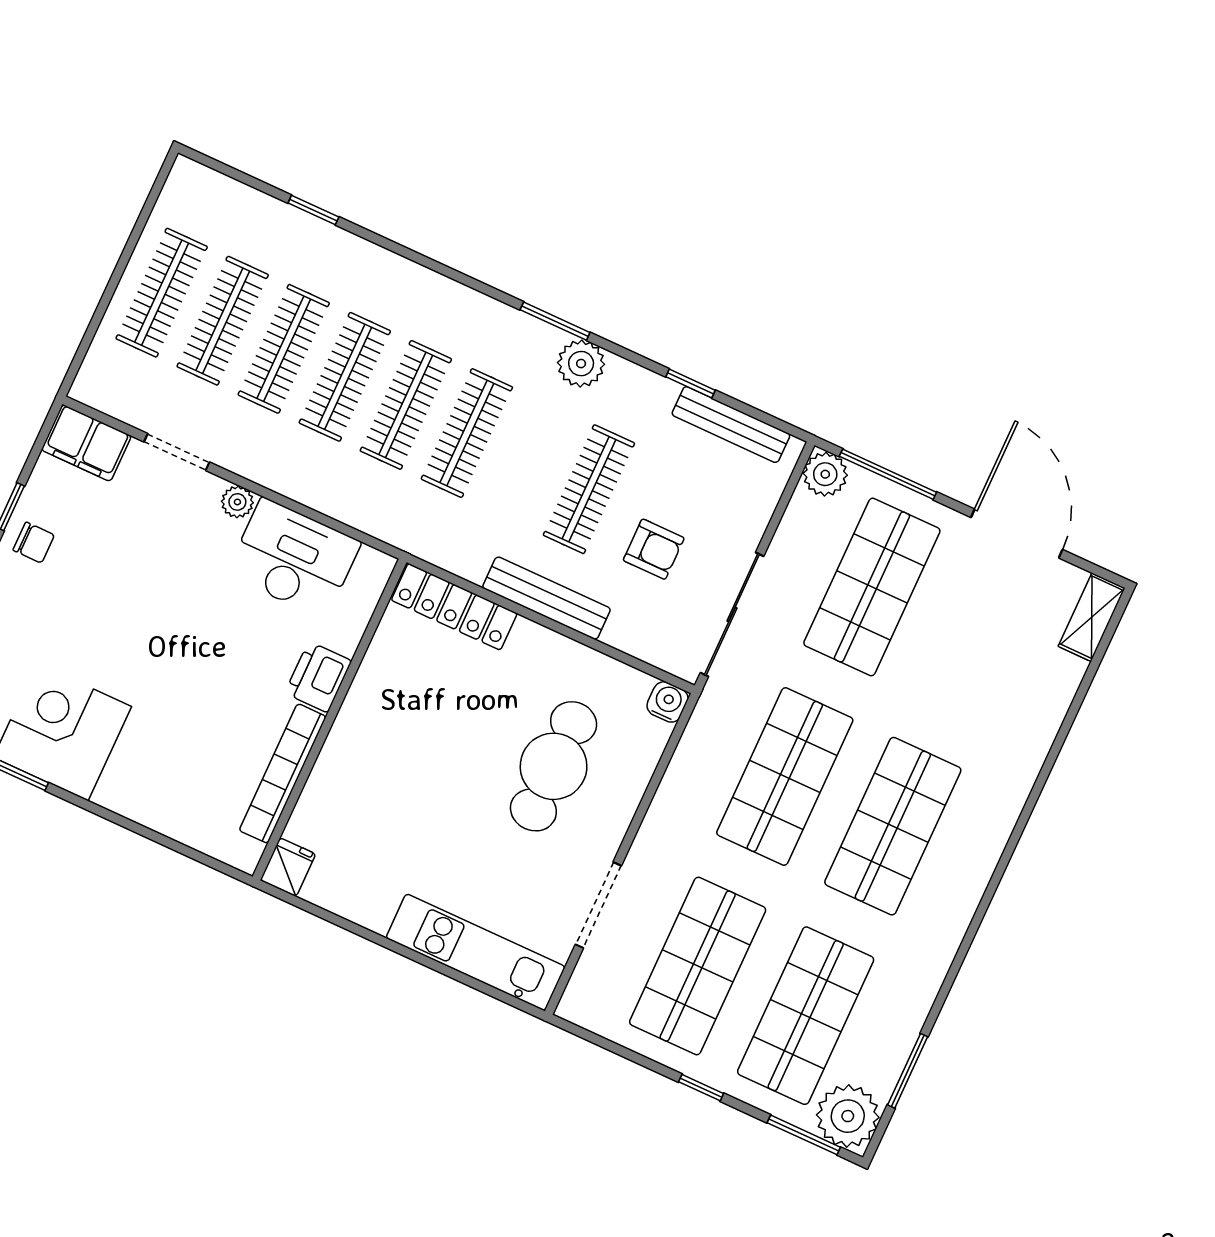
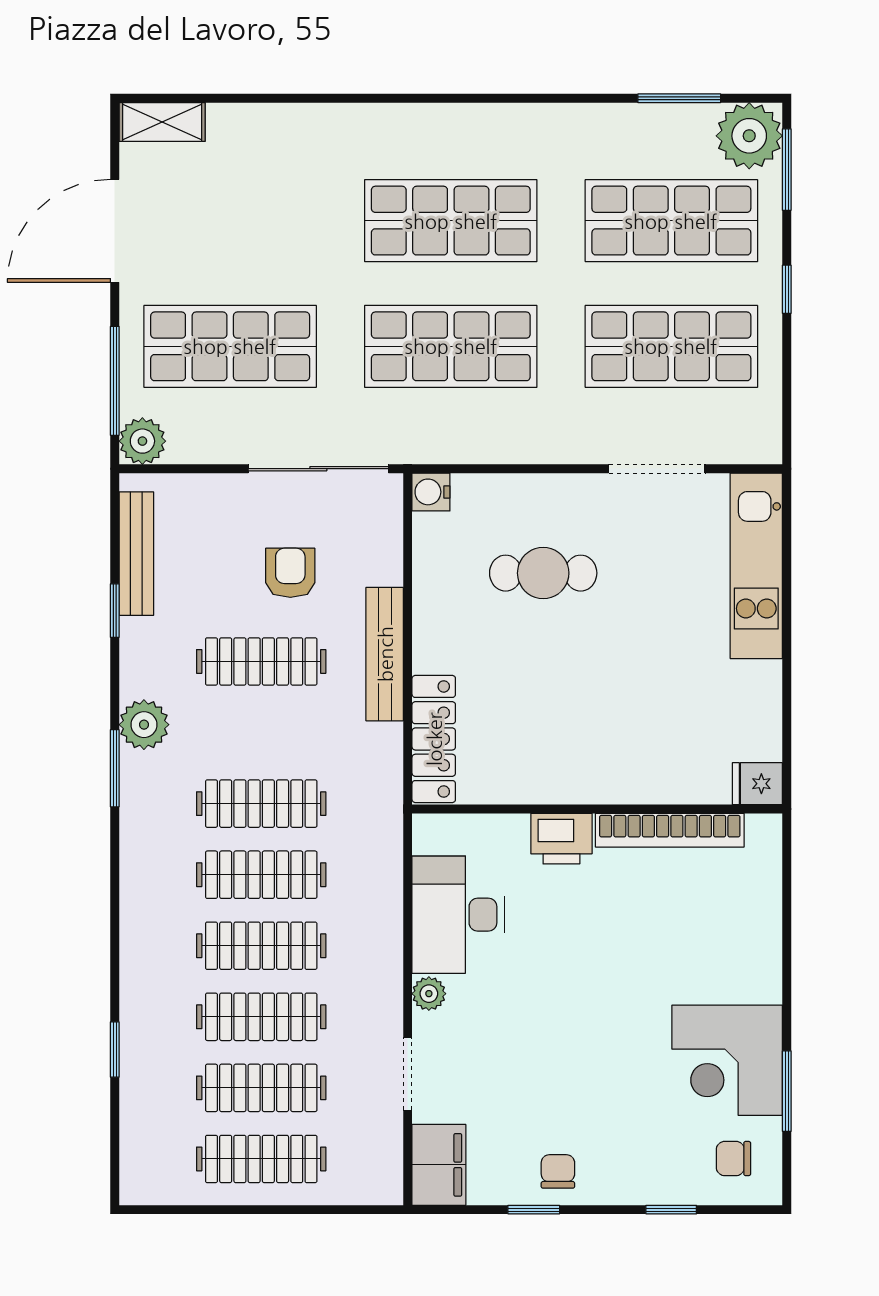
cafe table: (554, 766) -> (543, 573), width x0.73, depth x0.74

